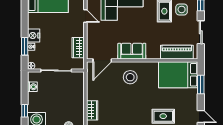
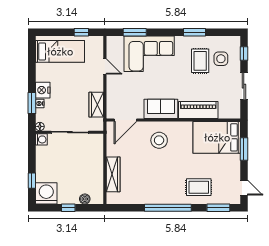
piano: (177, 52) -> (198, 110), moved
washing machine: (32, 87) -> (41, 139), moved
wardrobe: (92, 110) -> (113, 174), width x1.50

